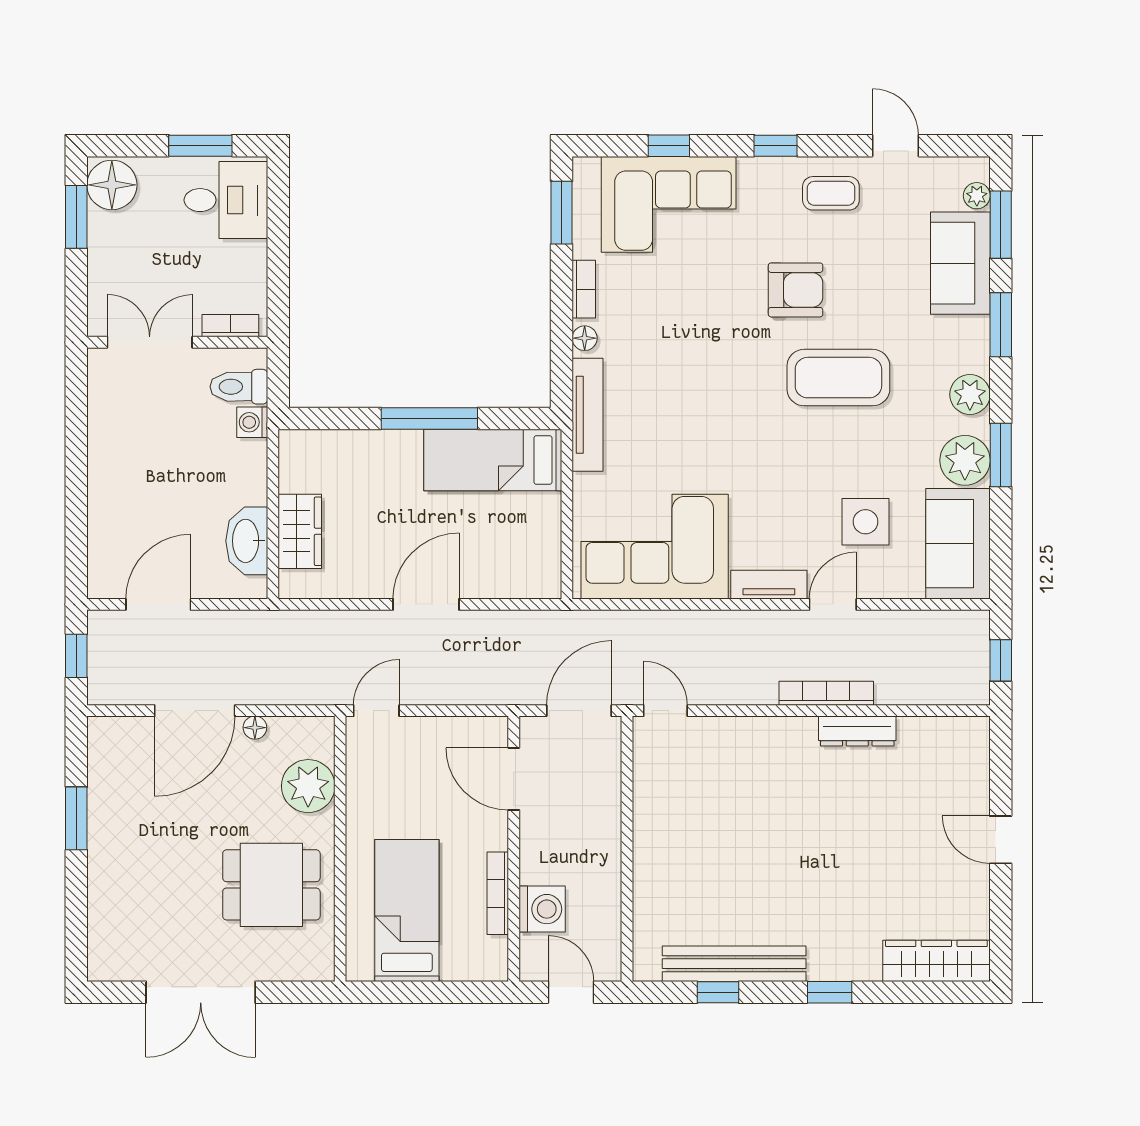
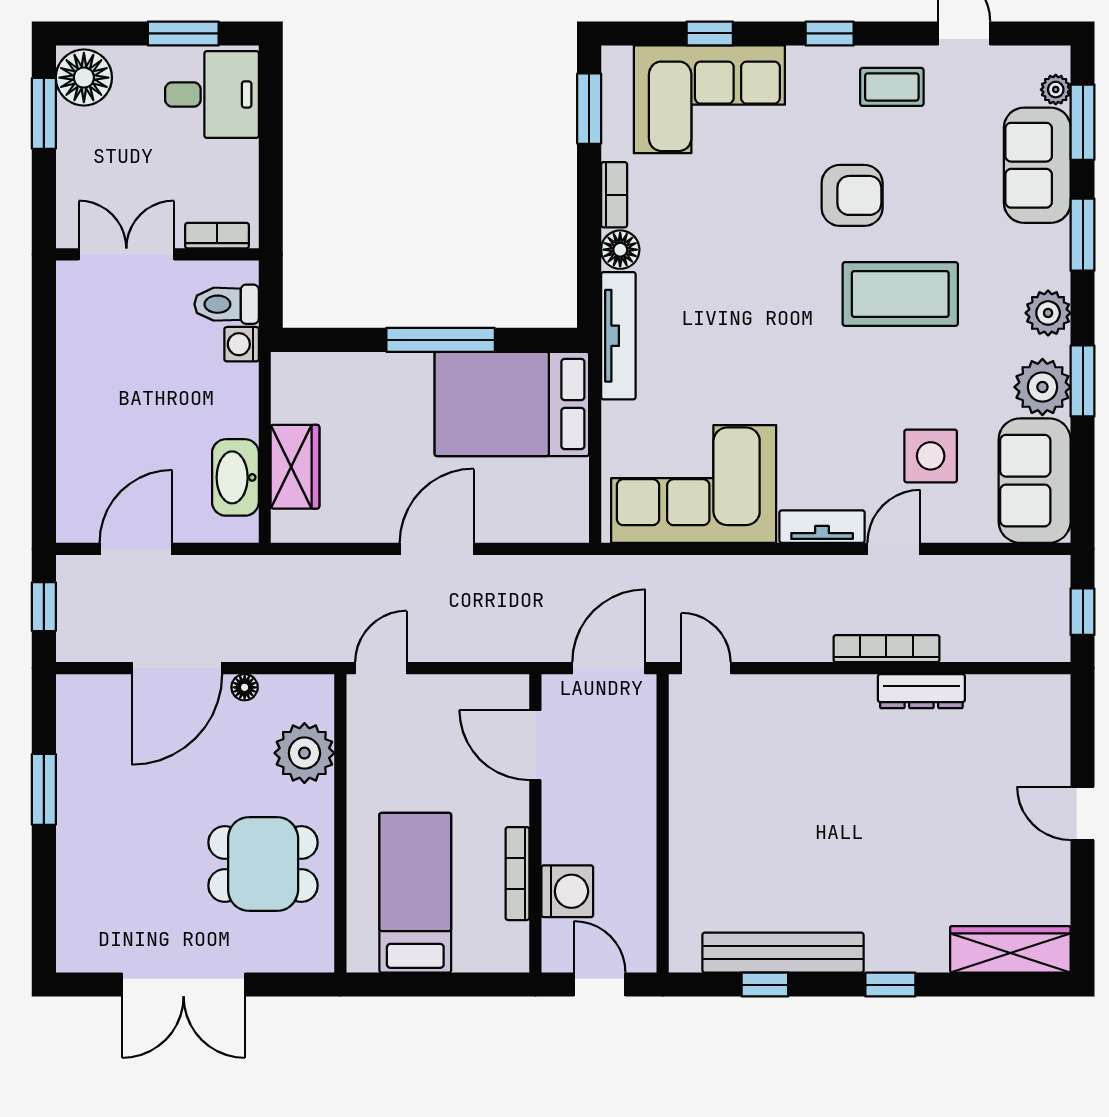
floor lamp: (585, 338) -> (620, 250), width x1.37, depth x1.37
bed: (493, 460) -> (512, 404), width x1.50

